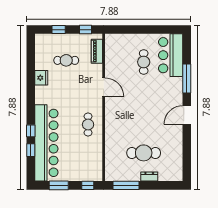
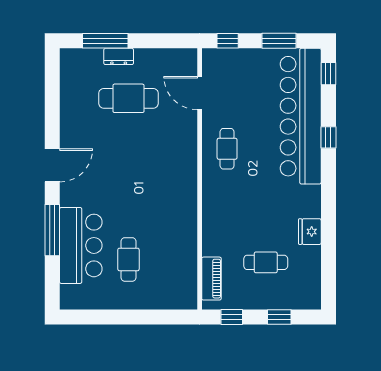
bar counter: (171, 55) -> (81, 245), moved
door: (104, 87) -> (200, 93), moved
window: (31, 150) -> (328, 74), moved
window: (126, 185) -> (105, 41), moved

